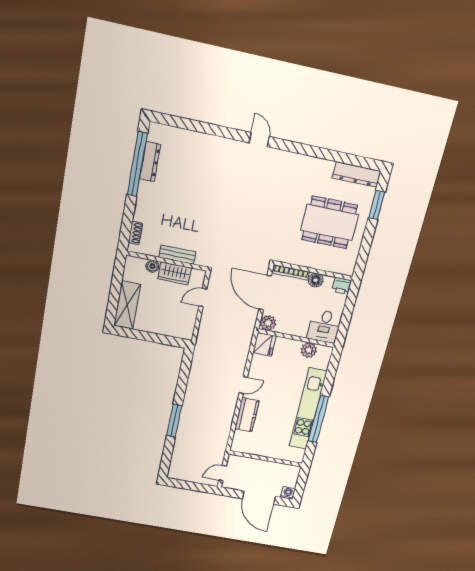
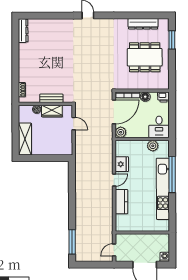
dresser: (150, 162) -> (23, 31), moved
window: (137, 164) -> (15, 46), removed
dresser: (357, 174) -> (143, 24), moved
door: (265, 293) -> (114, 112), swing flipped
door: (203, 298) -> (74, 124), swing flipped
fridge: (264, 344) -> (122, 164), moved
window: (319, 419) -> (172, 175), moved
window: (174, 421) -> (72, 242), moved

